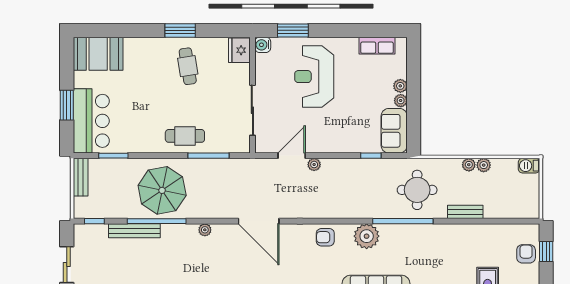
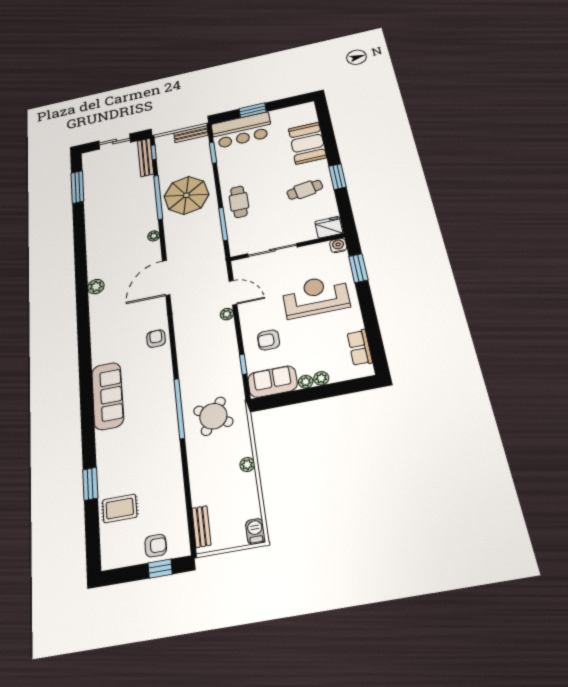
booth: (98, 54) -> (307, 143), moved
armchair: (351, 128) -> (269, 340), added
plant: (484, 165) -> (249, 481), removed
round table: (417, 190) -> (213, 416), turned 32
bench: (465, 212) -> (201, 527), moved
bench: (134, 231) -> (146, 157), moved
plant: (367, 236) -> (160, 376), removed

